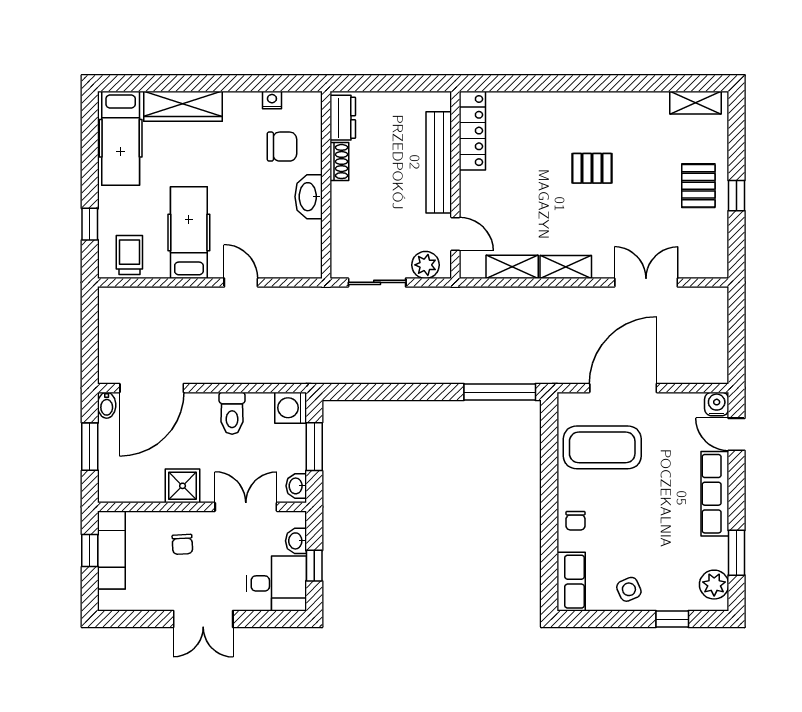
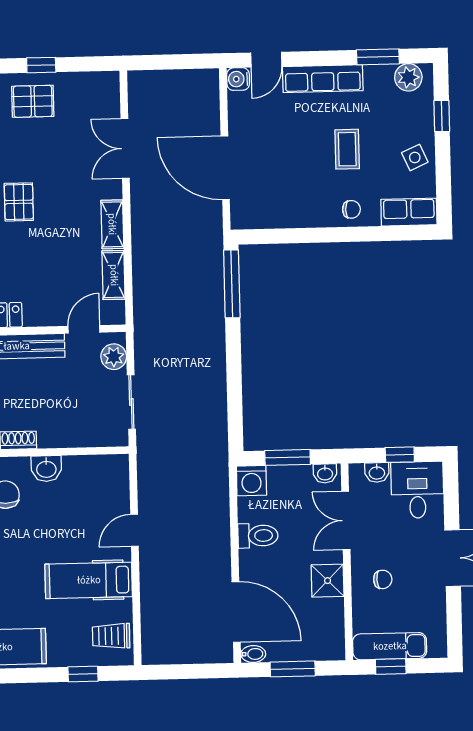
washbasin: (309, 197) -> (46, 469), width x0.72
coffee table: (602, 447) -> (347, 149), moved, width x0.54, depth x0.58

